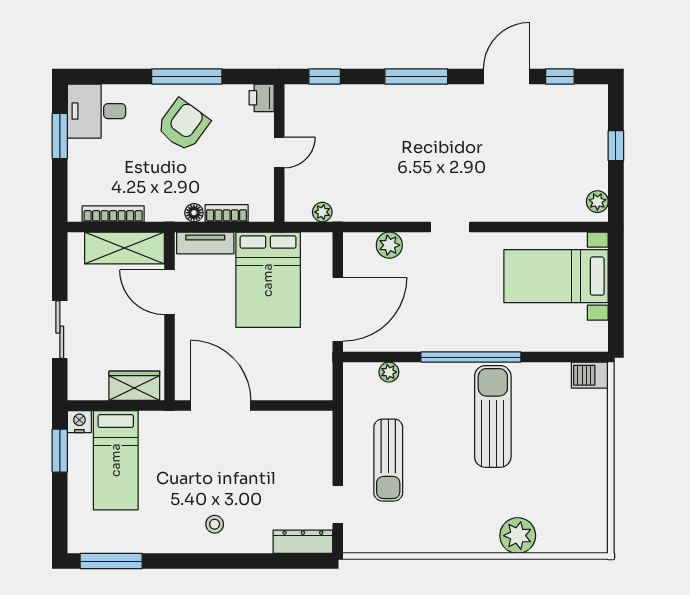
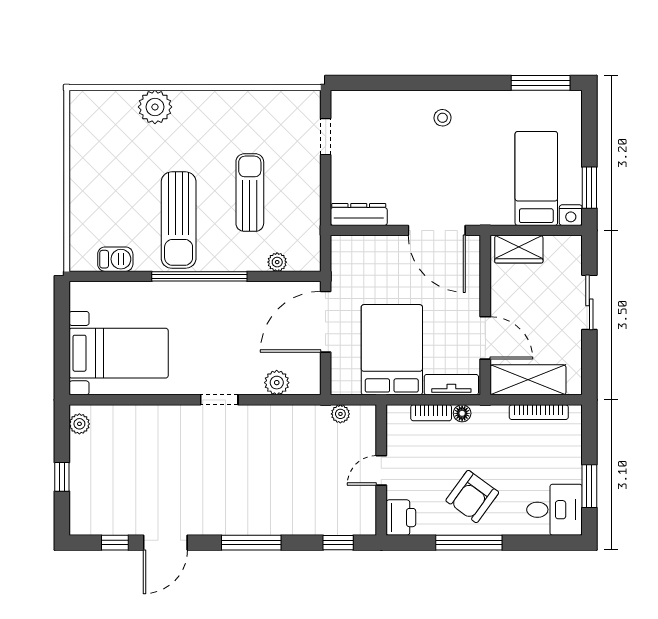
printer: (262, 98) -> (401, 518), width x1.36, depth x1.24
barbecue: (590, 375) -> (115, 259), moved
sun lounger: (388, 460) -> (250, 193), moved
dresser: (303, 542) -> (359, 214), moved, turned 180

